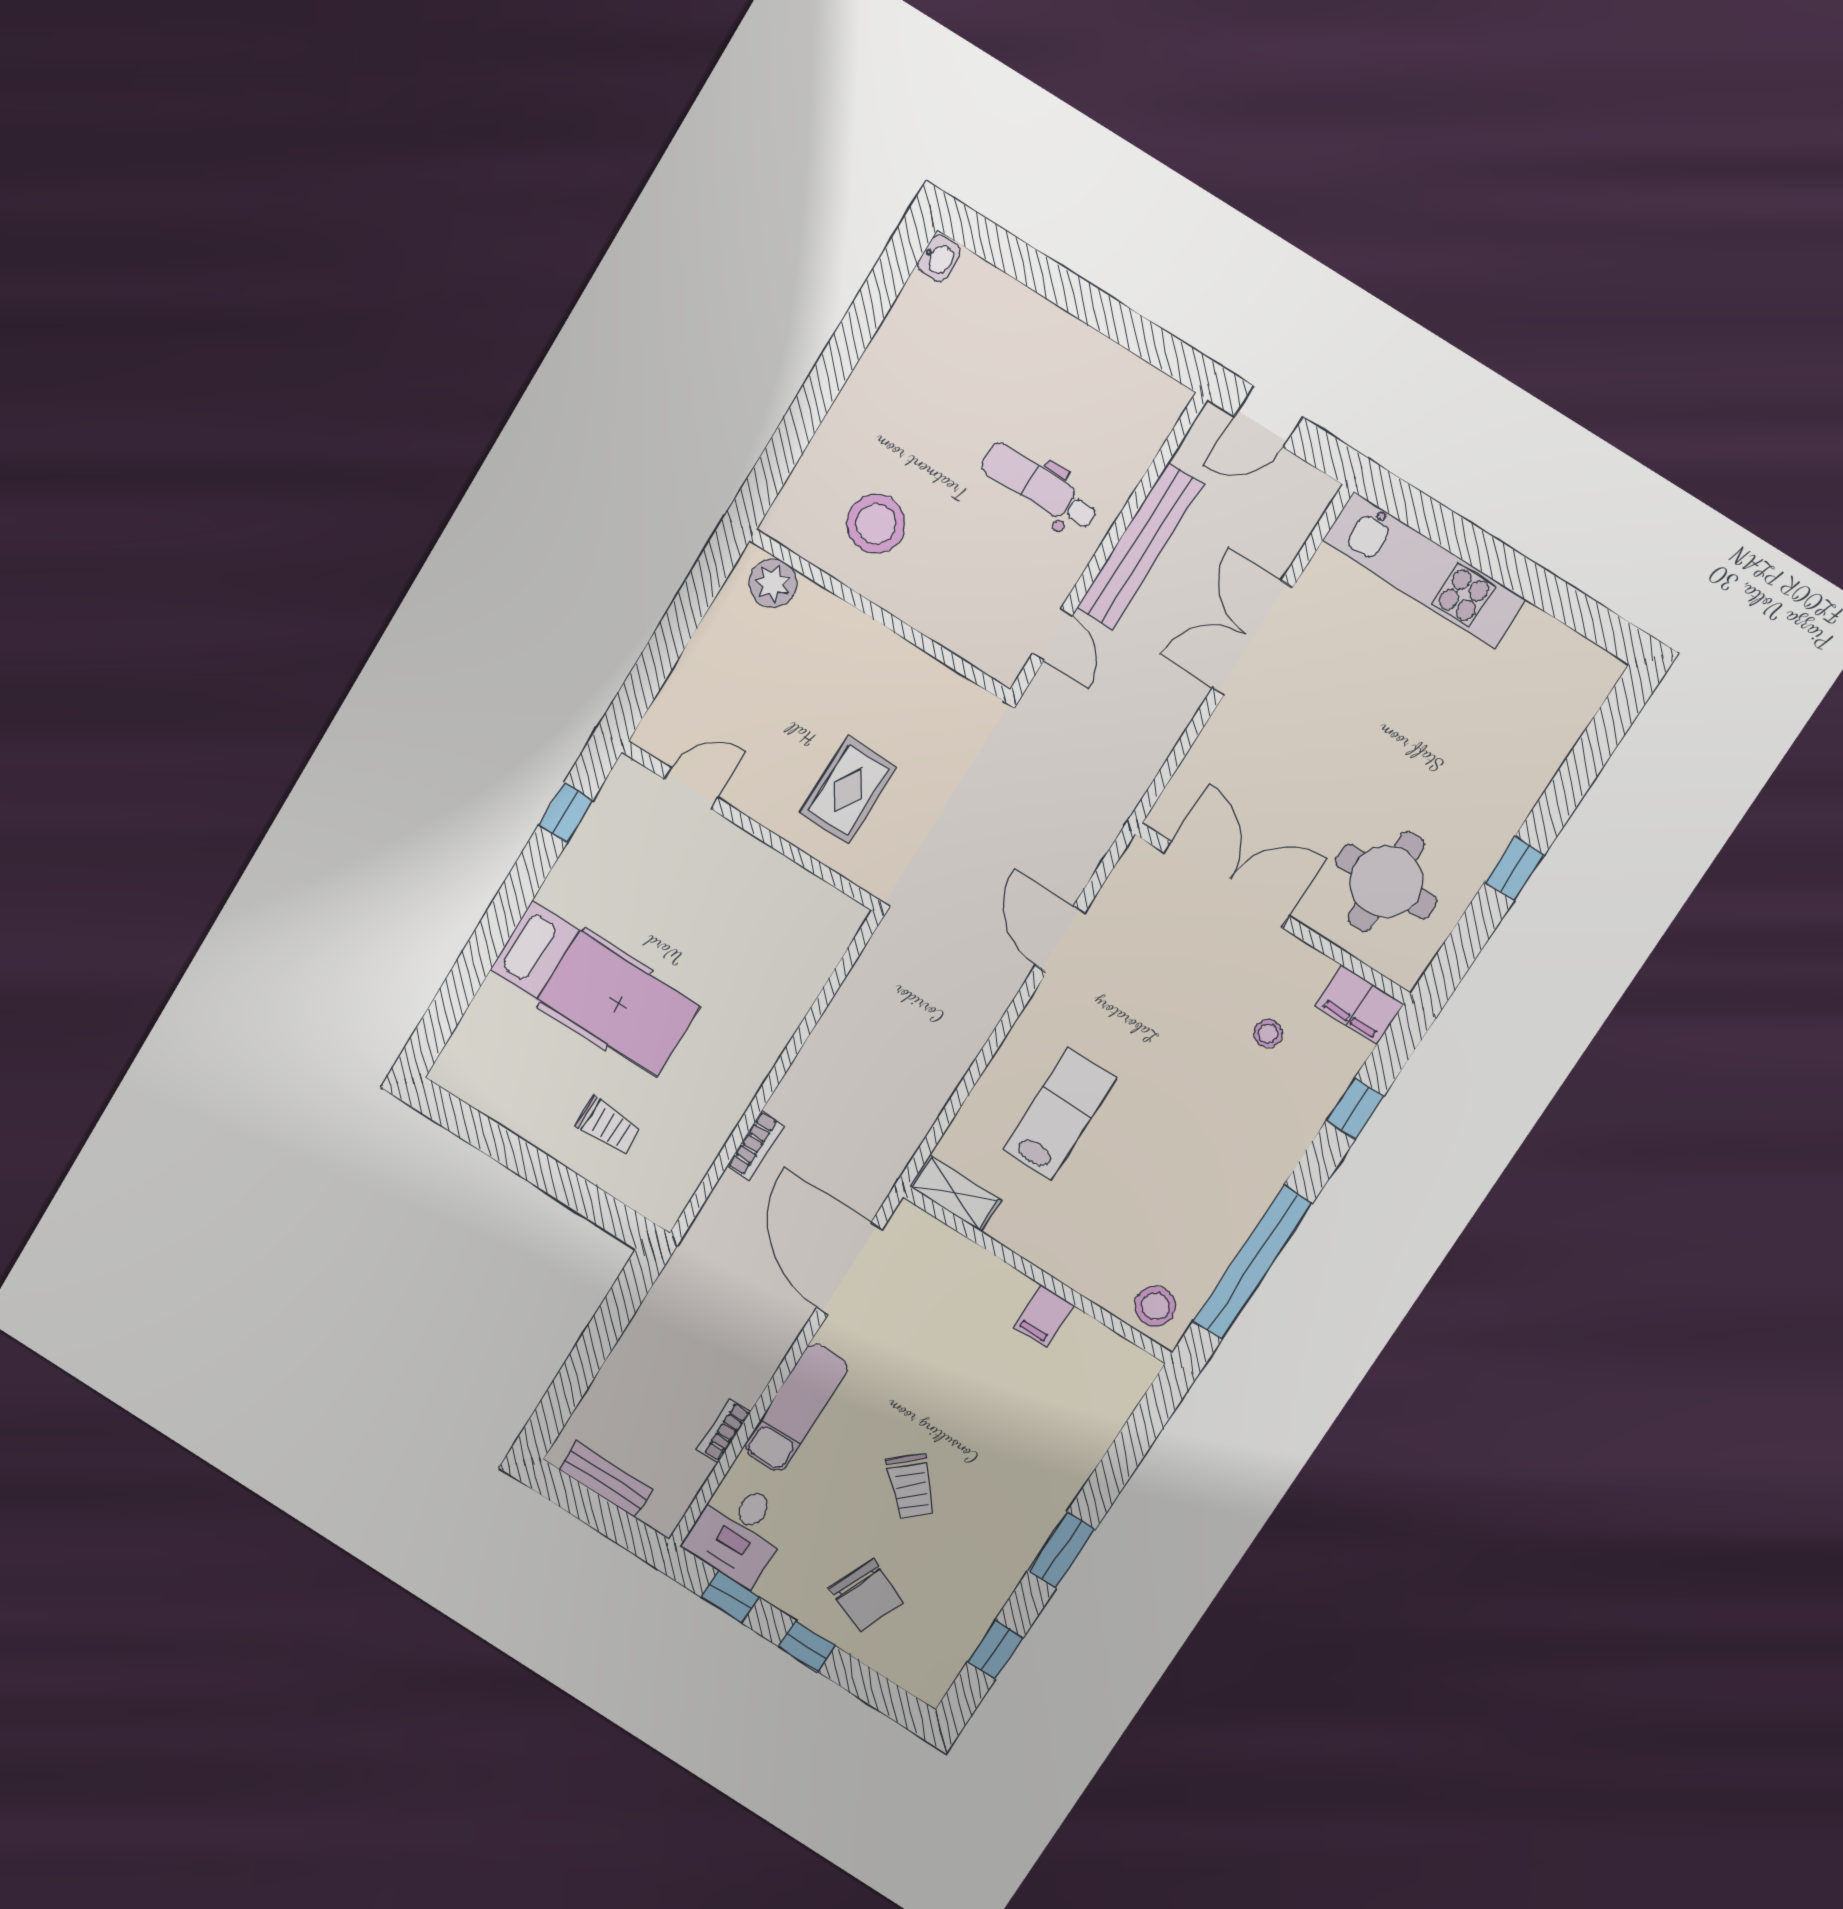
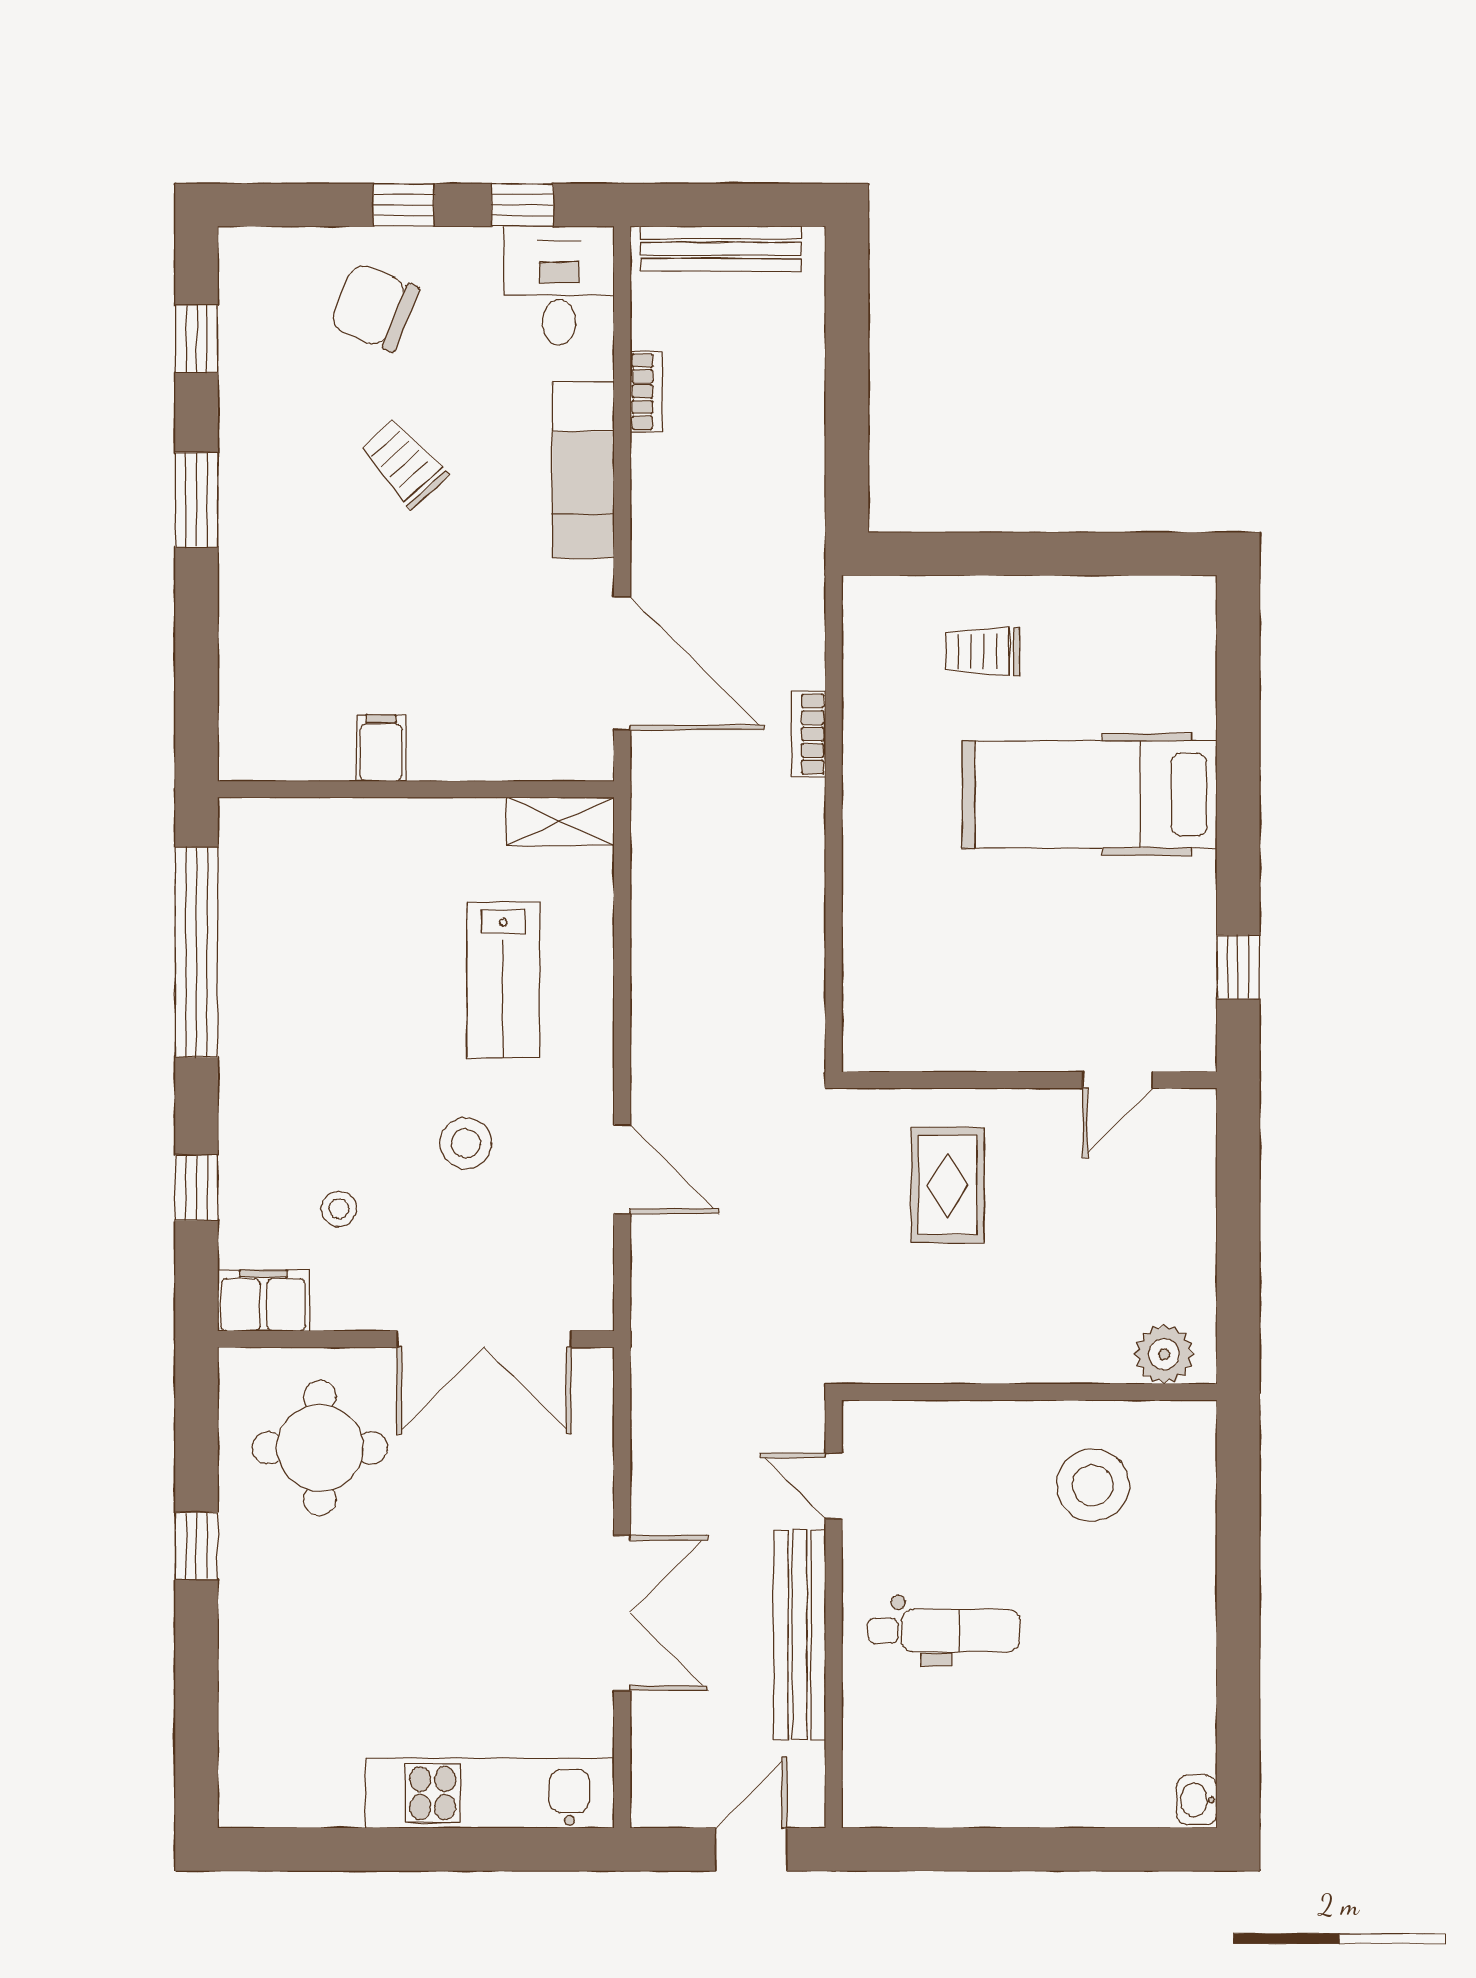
stool: (1155, 1306) -> (466, 1143), moved
bench: (605, 1479) -> (721, 249), width x1.36

